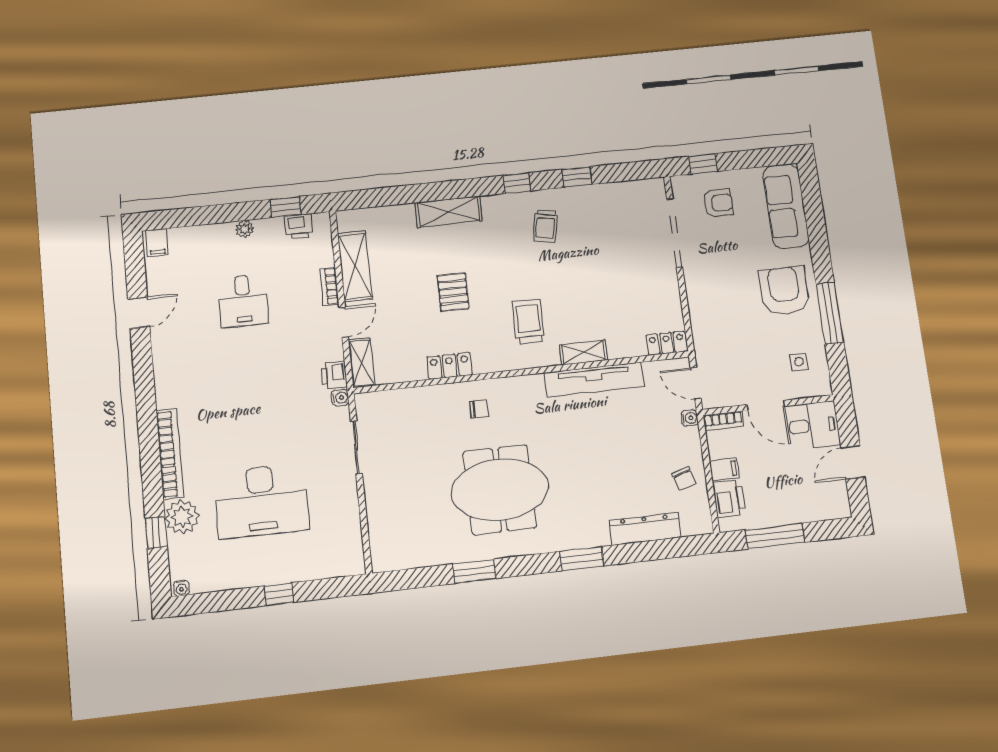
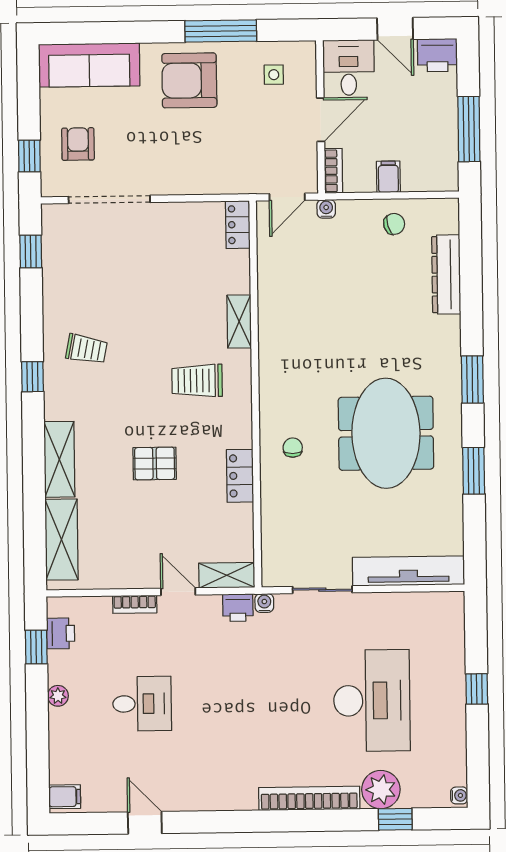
window: (577, 177) -> (31, 252), moved
shelving: (355, 266) -> (62, 540), moved, turned 90
tv unit: (594, 380) -> (408, 571), moved, turned -90
printer: (729, 499) -> (437, 55), moved, turned 180
window: (582, 559) -> (472, 379), moved

